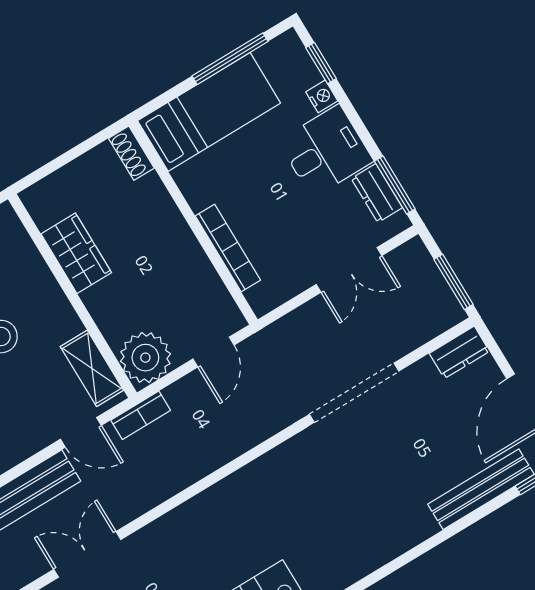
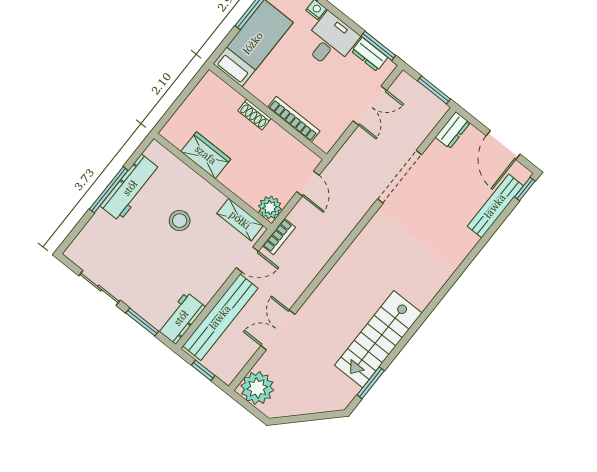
shoe rack: (131, 153) -> (254, 115), moved
plant: (145, 358) -> (270, 208), width x0.73, depth x0.73

